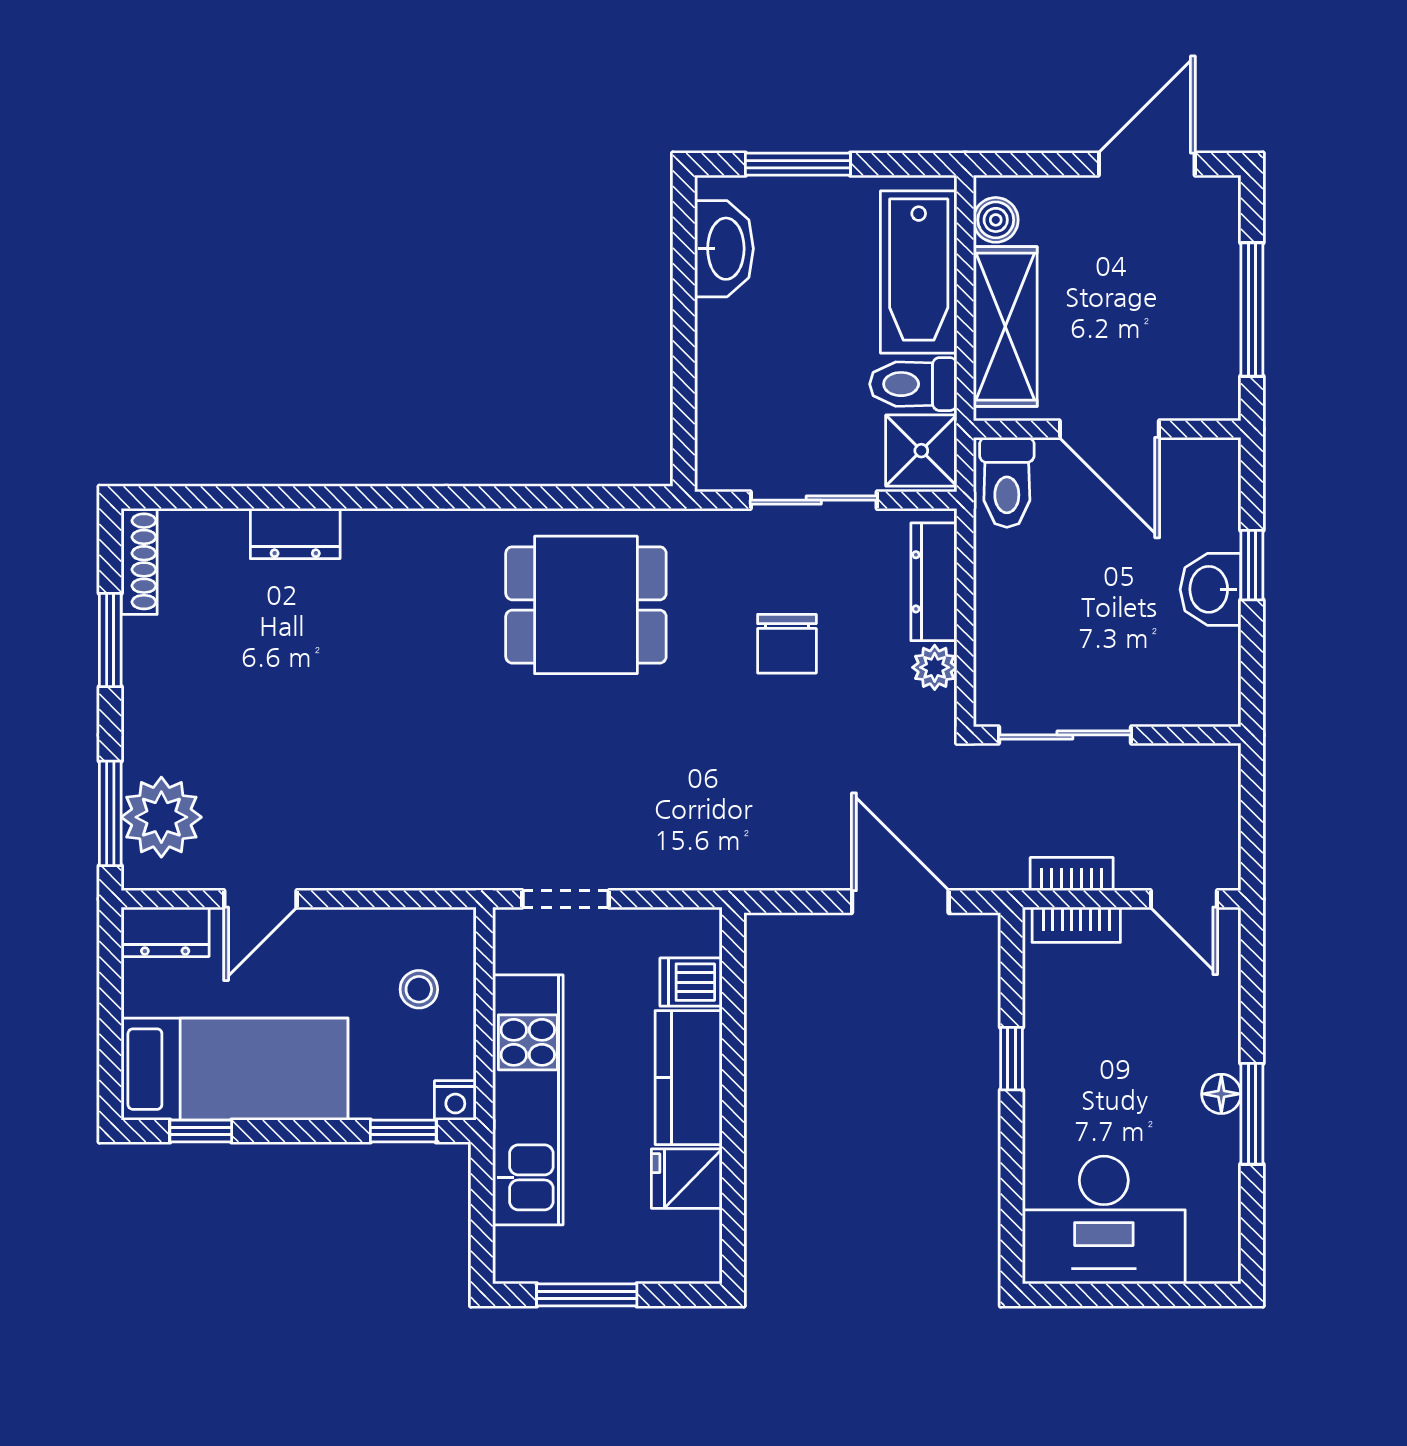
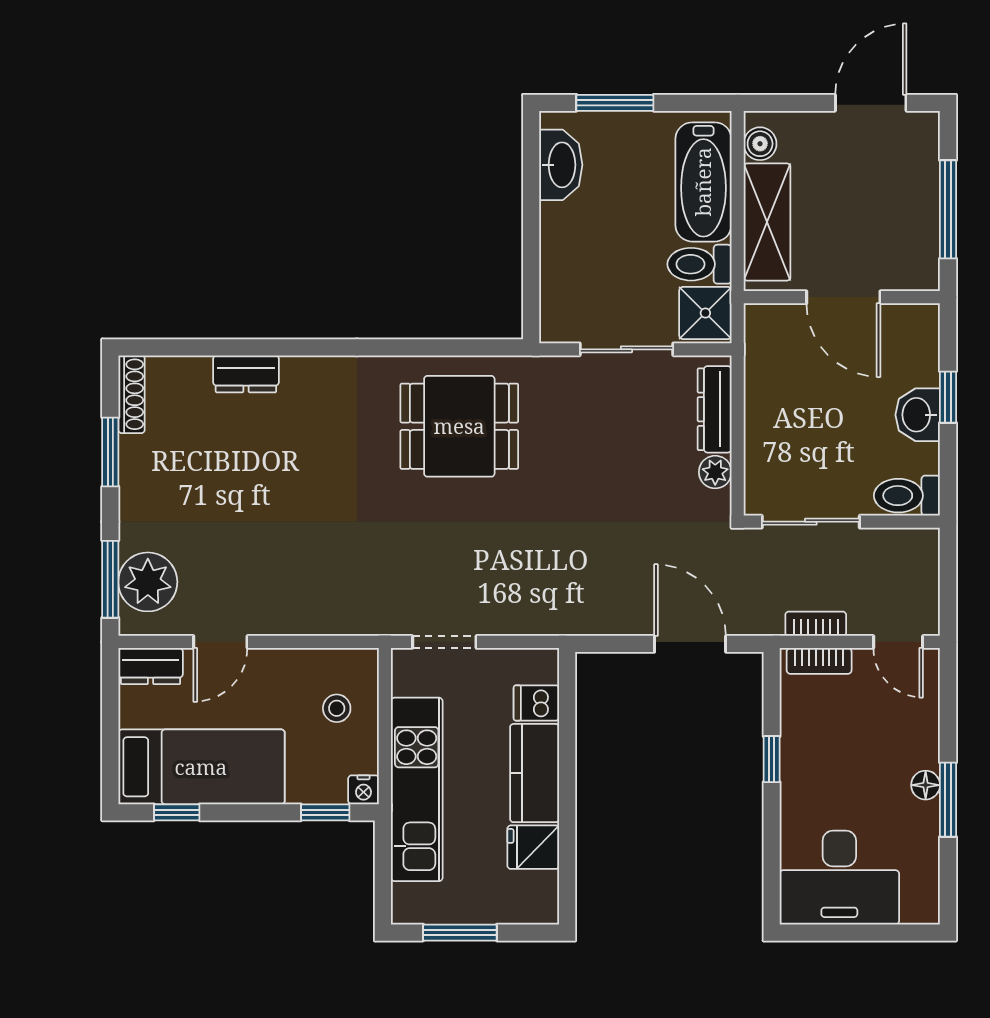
toilet: (1007, 482) -> (907, 496), moved, turned 90
chair: (787, 644) -> (607, 455), removed

